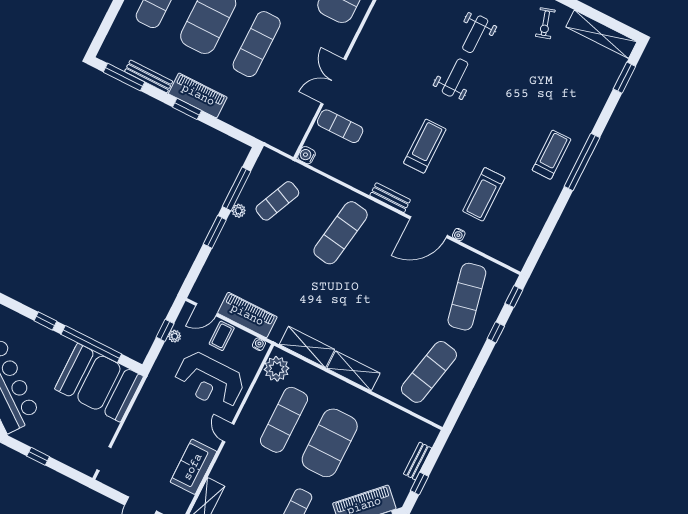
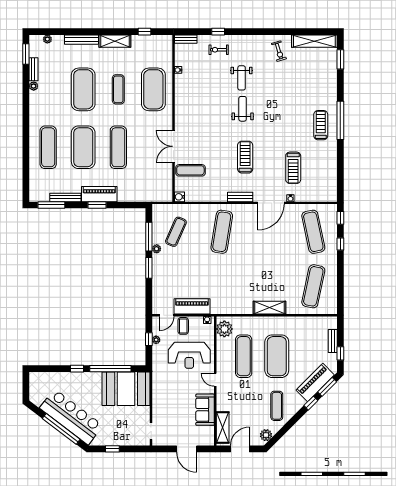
shelving: (307, 347) -> (236, 307), removed

